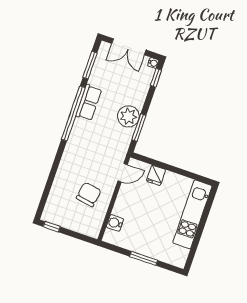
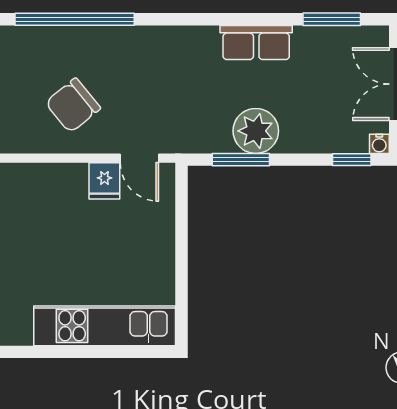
window: (73, 113) -> (75, 19), moved
fridge: (156, 175) -> (104, 181), moved, turned -90
chair: (89, 194) -> (73, 105), turned 131
water cooler: (115, 223) -> (34, 177), removed

